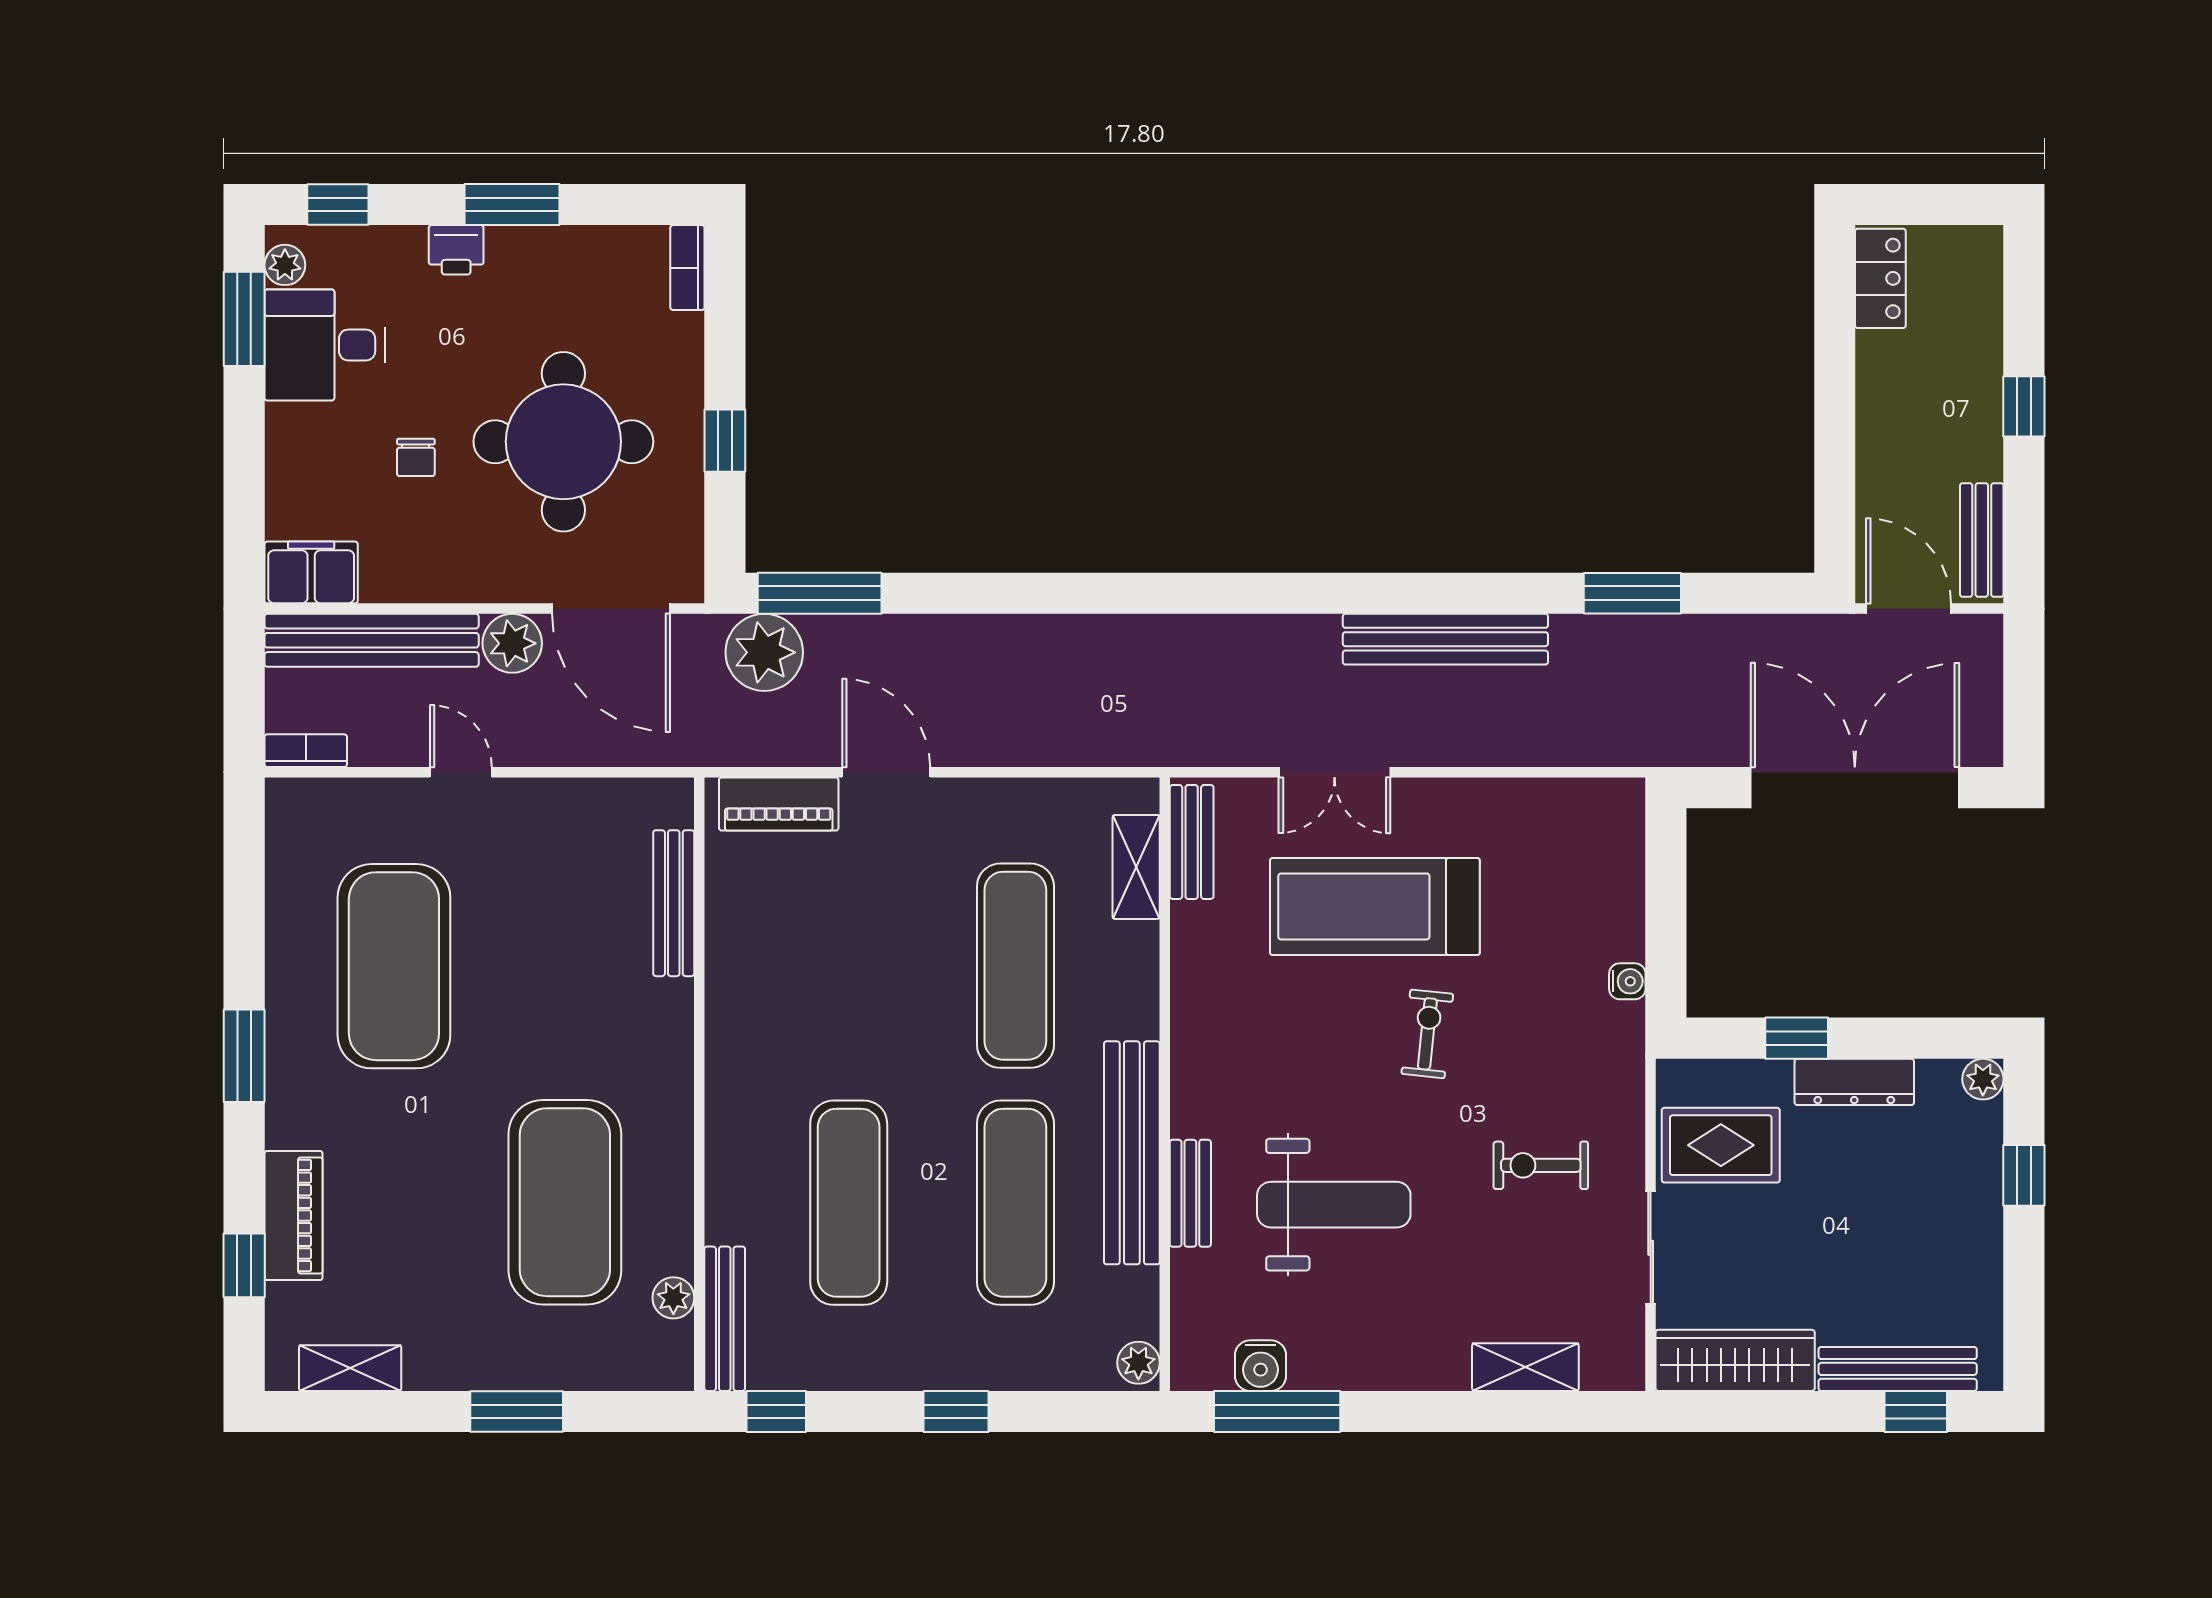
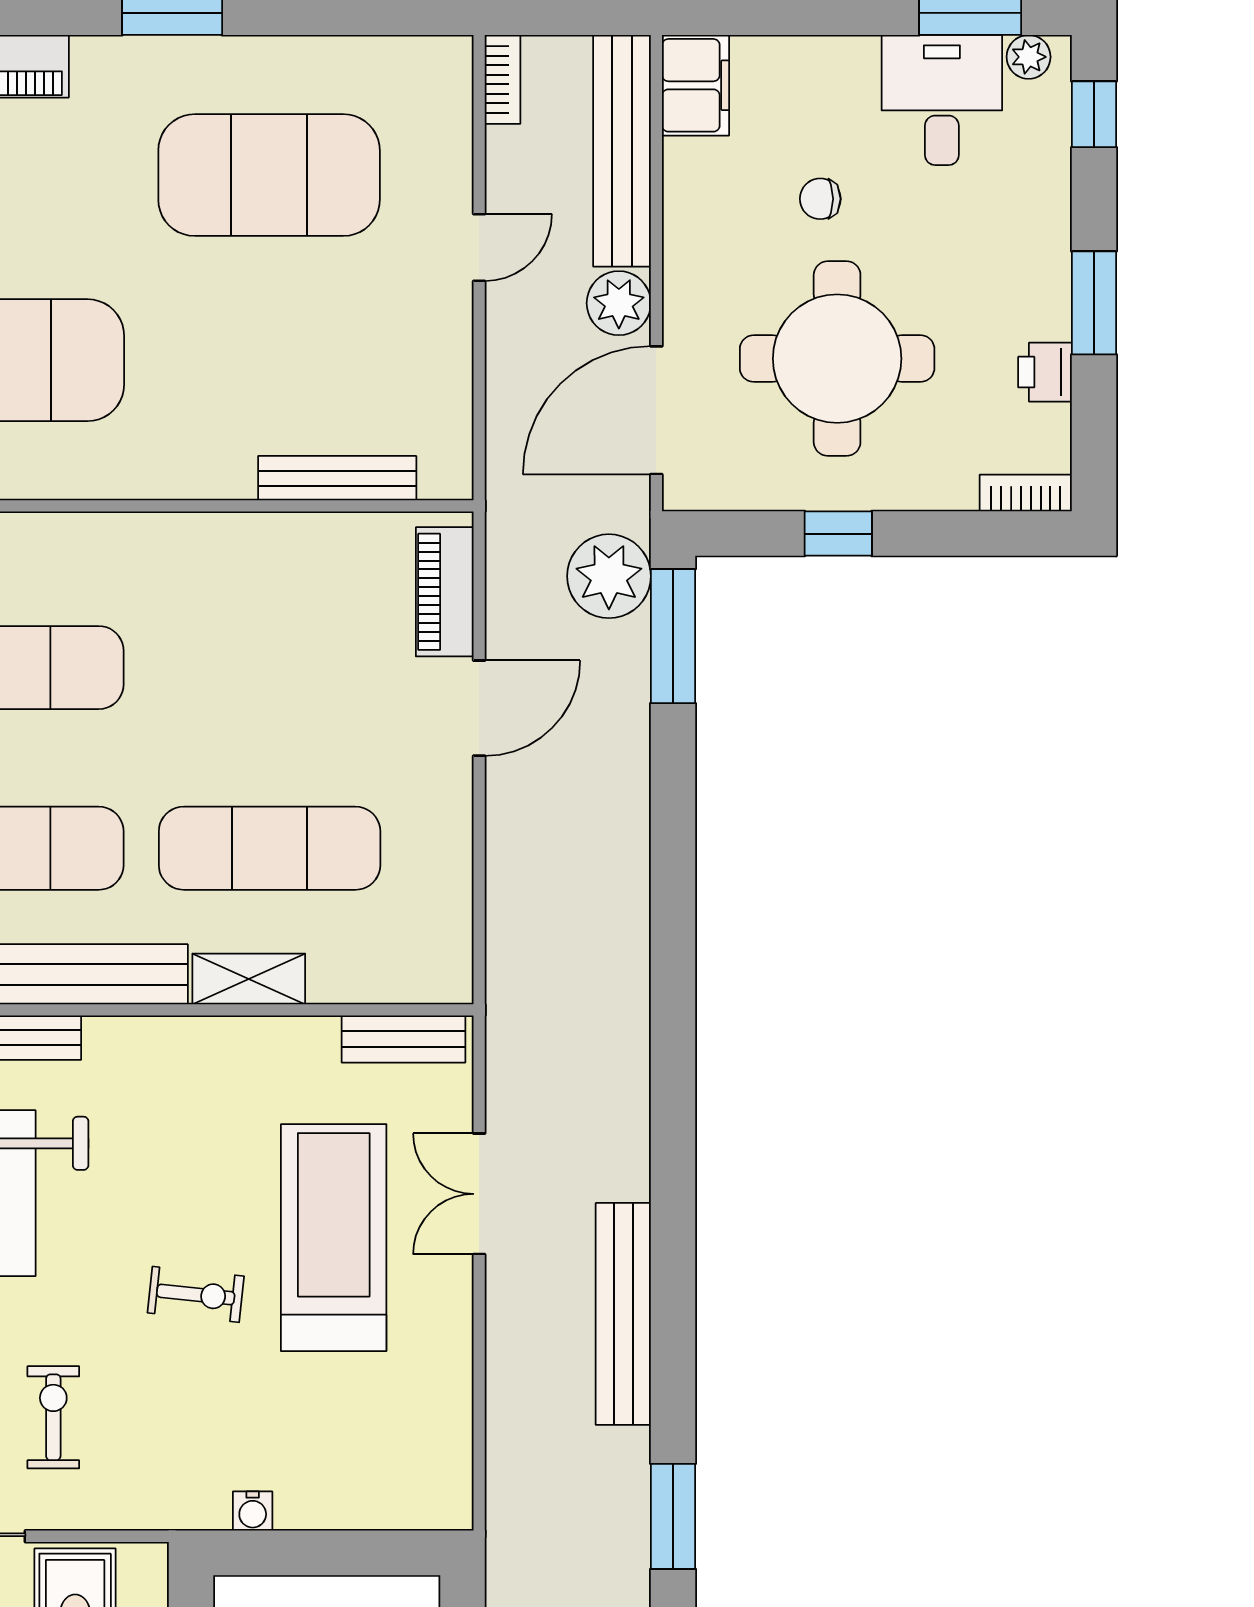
printer: (456, 250) -> (1045, 372), moved
shelving: (1136, 867) -> (249, 979), moved

